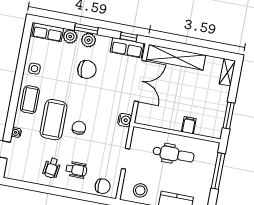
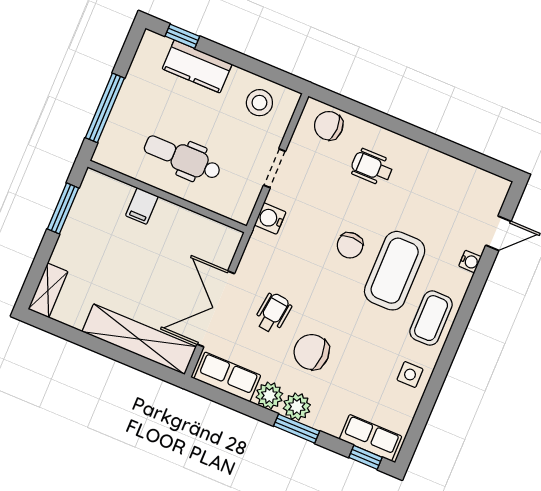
plant: (70, 37) -> (269, 395), moved
window: (129, 37) -> (366, 457), moved
water cooler: (125, 120) -> (270, 218), moved
wheelchair: (52, 168) -> (273, 313), moved

